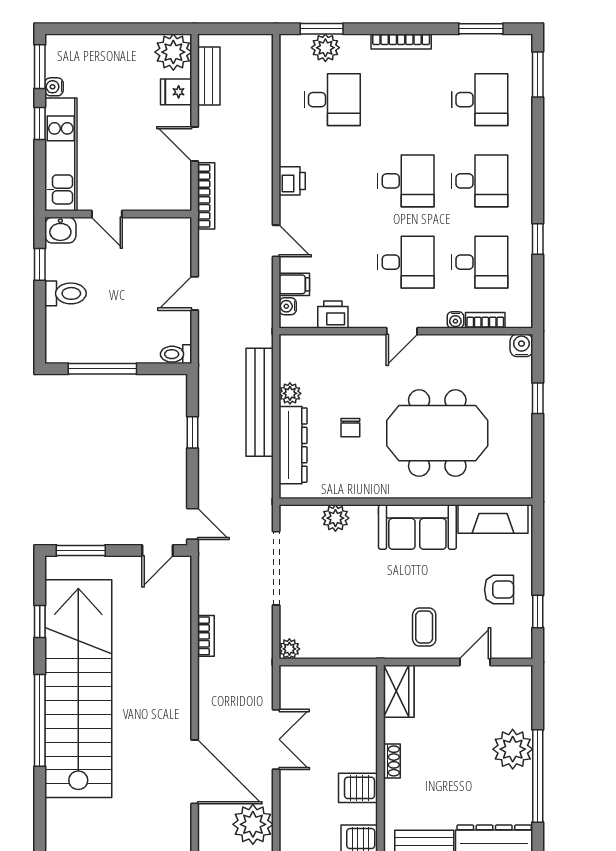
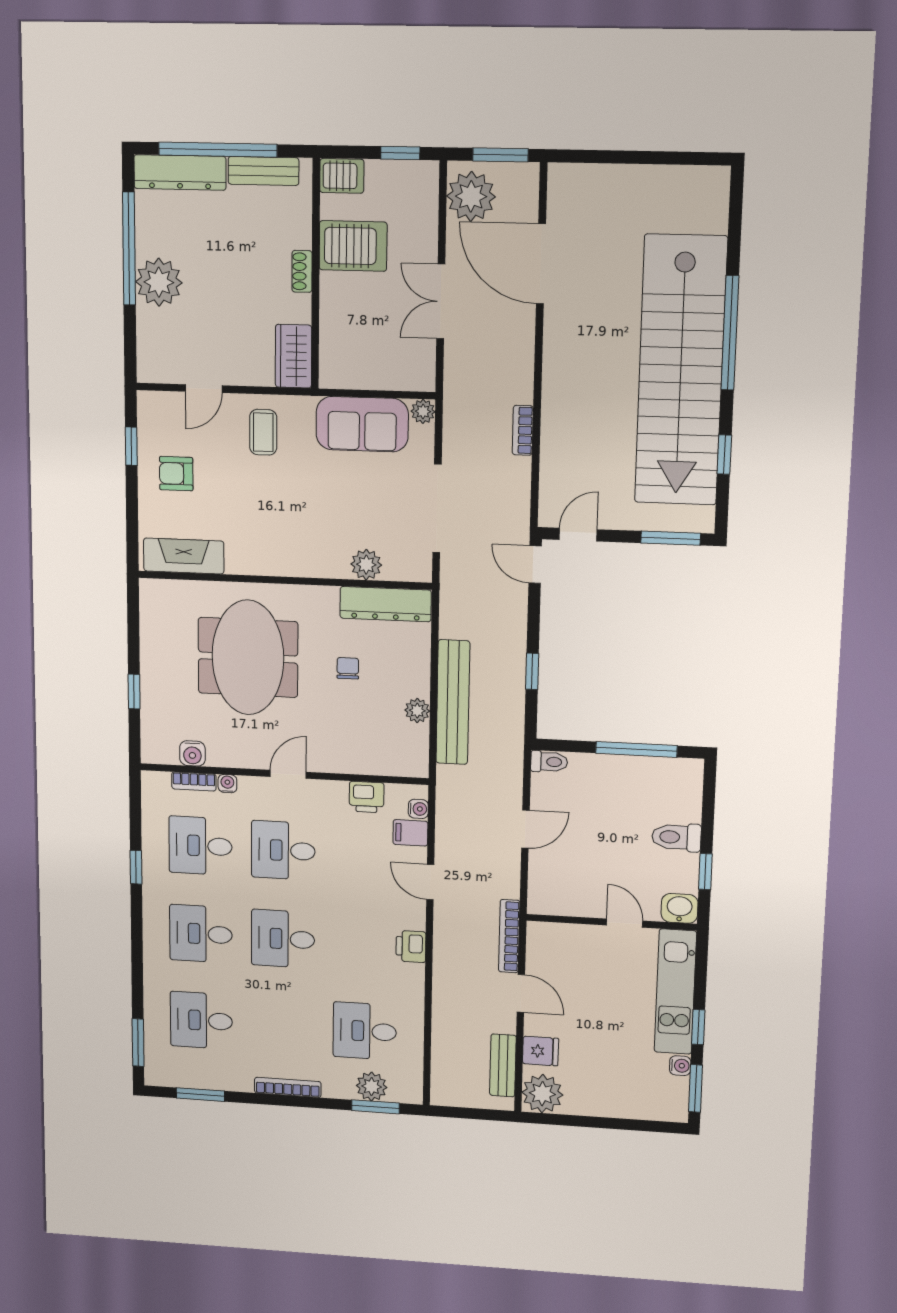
water cooler: (521, 345) -> (192, 753), moved
meeting table: (437, 433) -> (248, 657), turned 90
dresser: (293, 445) -> (386, 604), moved, turned -90
sofa: (417, 527) -> (362, 424), moved, turned 180
server rack: (358, 788) -> (353, 246), width x1.36, depth x1.44

